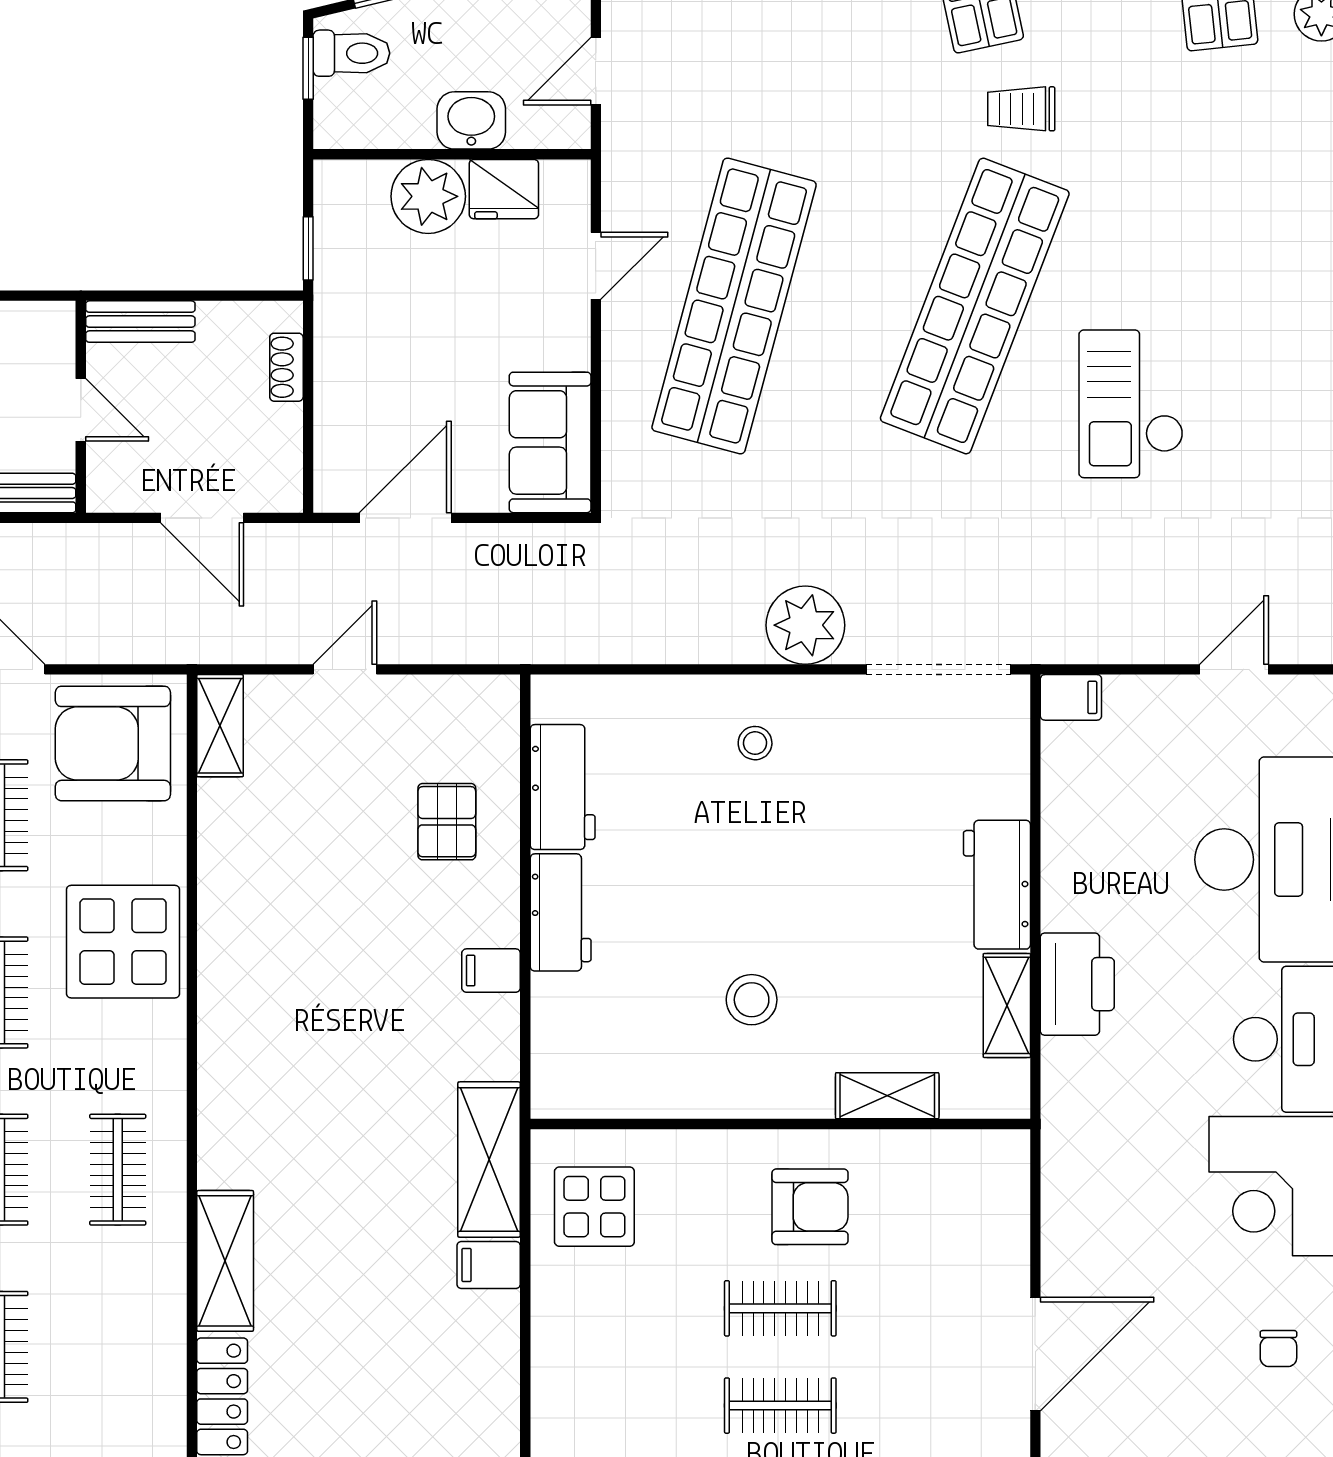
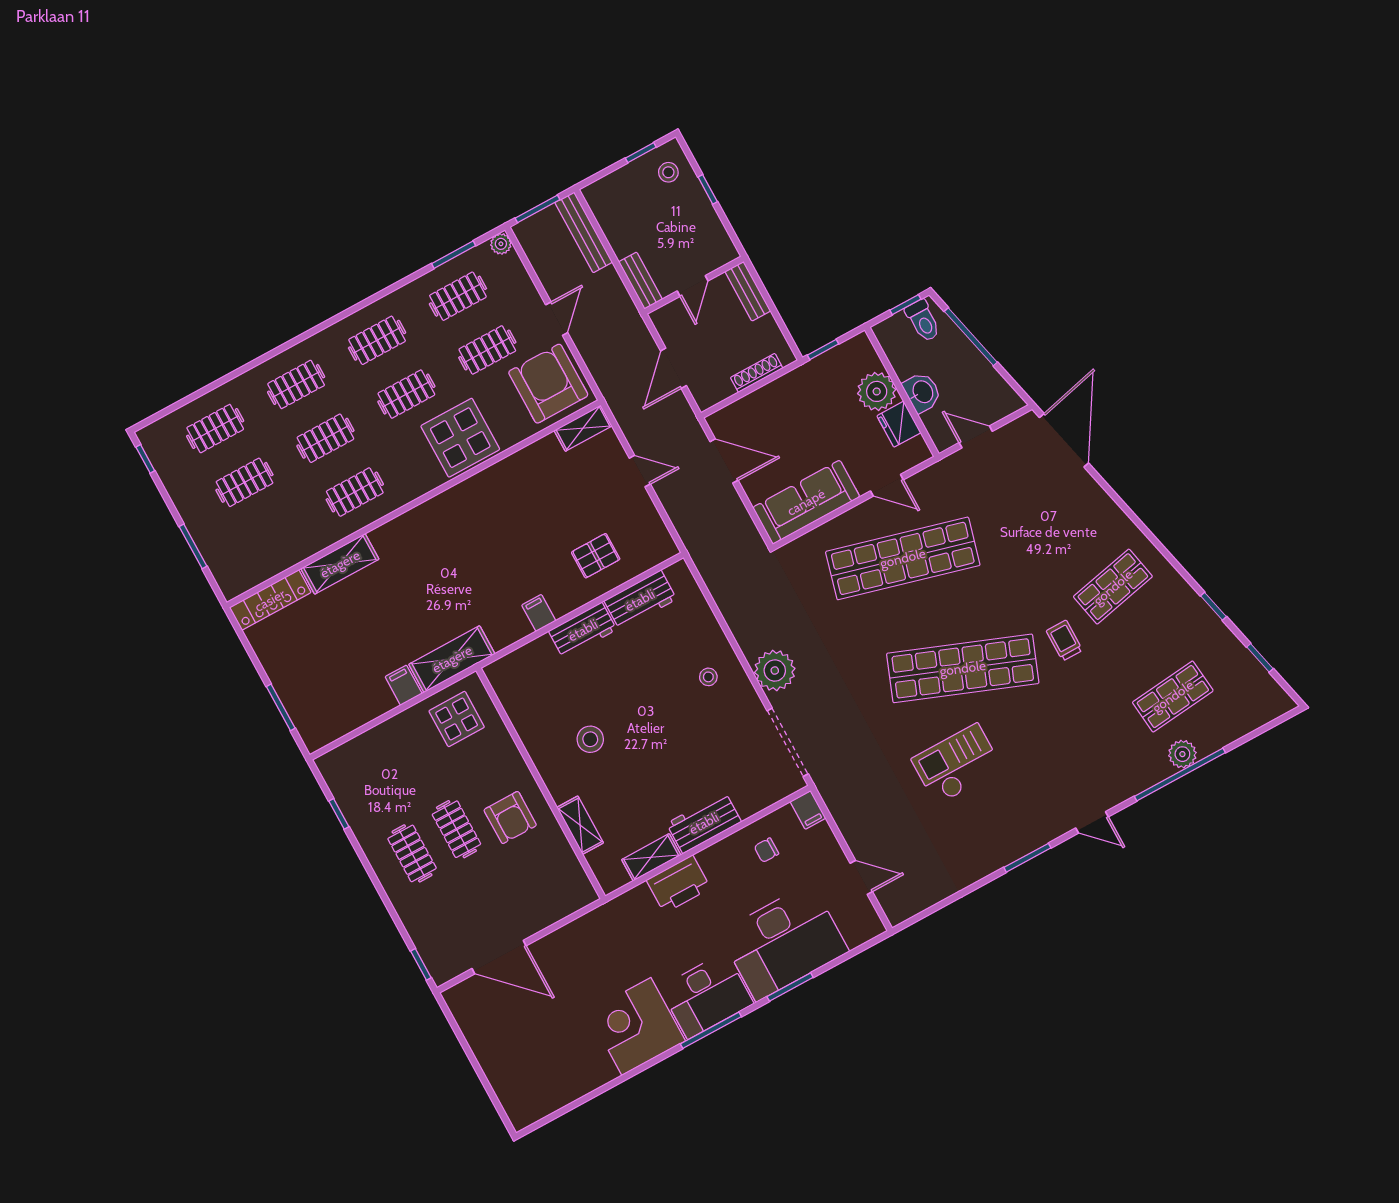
shoe rack: (286, 367) -> (757, 373), width x1.43
sofa: (550, 442) -> (806, 502), width x1.36
chair: (1278, 1349) -> (766, 850), moved

